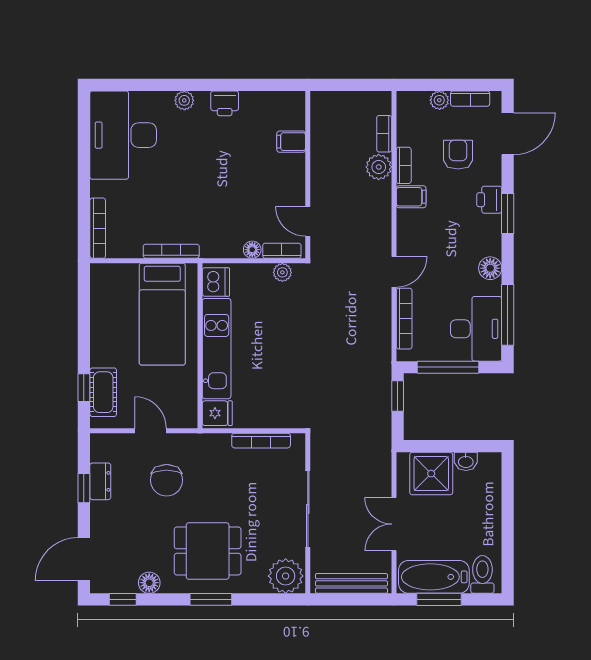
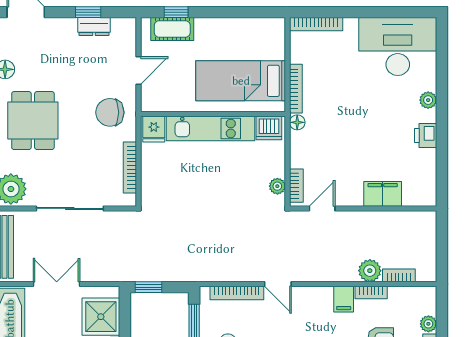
filing cabinet: (291, 142) -> (383, 194), width x2.00
floor lamp: (252, 250) -> (297, 122), moved
window: (398, 396) -> (148, 287), moved
chair: (167, 480) -> (110, 112), moved

